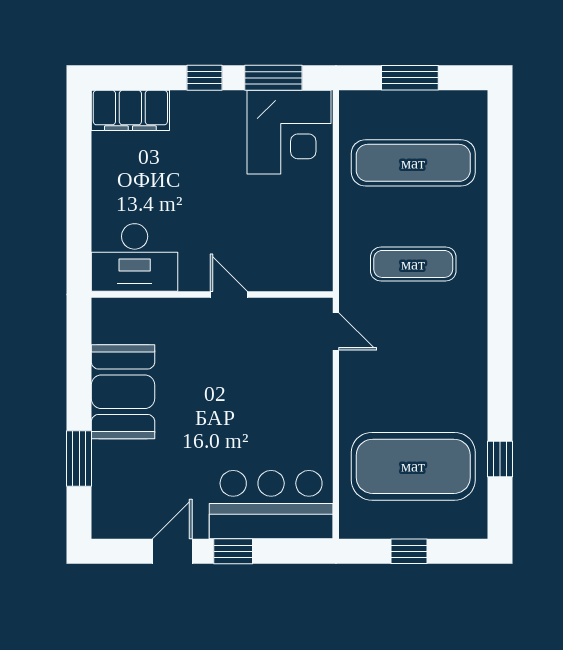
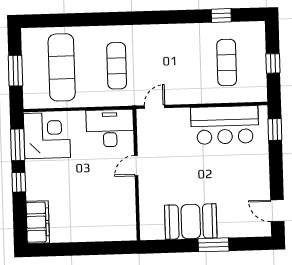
desk: (135, 257) -> (110, 128), moved, turned -90
window: (79, 458) -> (214, 245), moved
exercise mat: (413, 466) -> (227, 63), width x0.50, depth x0.69
bar counter: (271, 505) -> (225, 125), moved, turned -90
door: (172, 551) -> (277, 211), moved
window: (233, 551) -> (275, 129), moved

